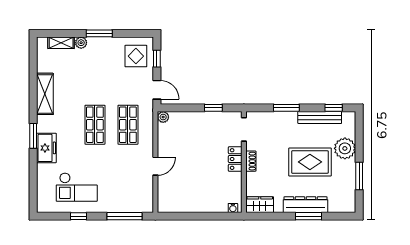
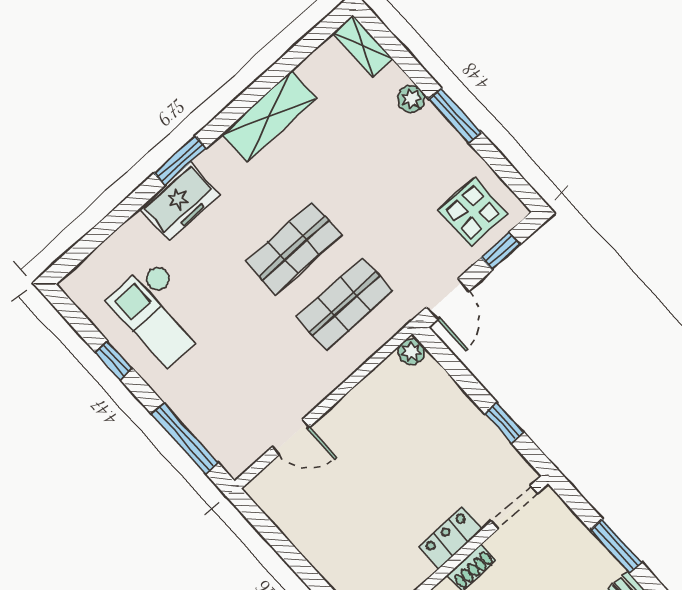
shelving: (61, 43) -> (363, 46), moved
door: (155, 166) -> (291, 437), moved

